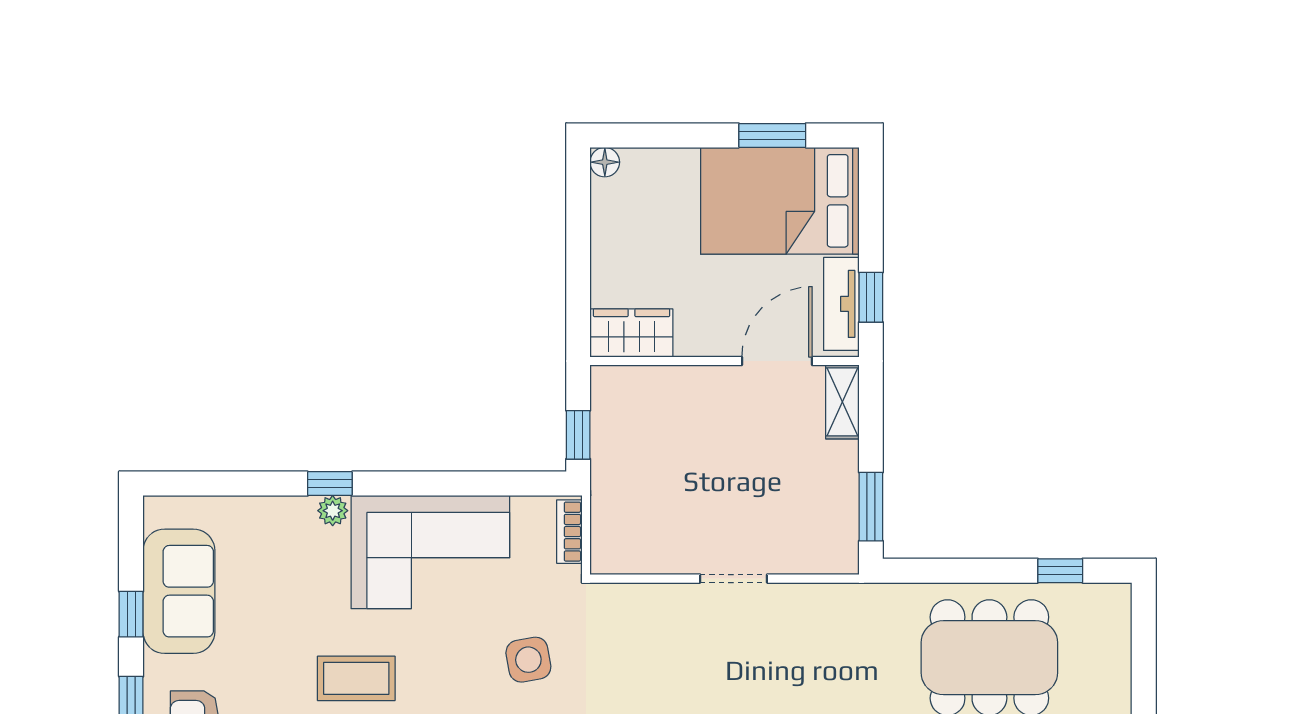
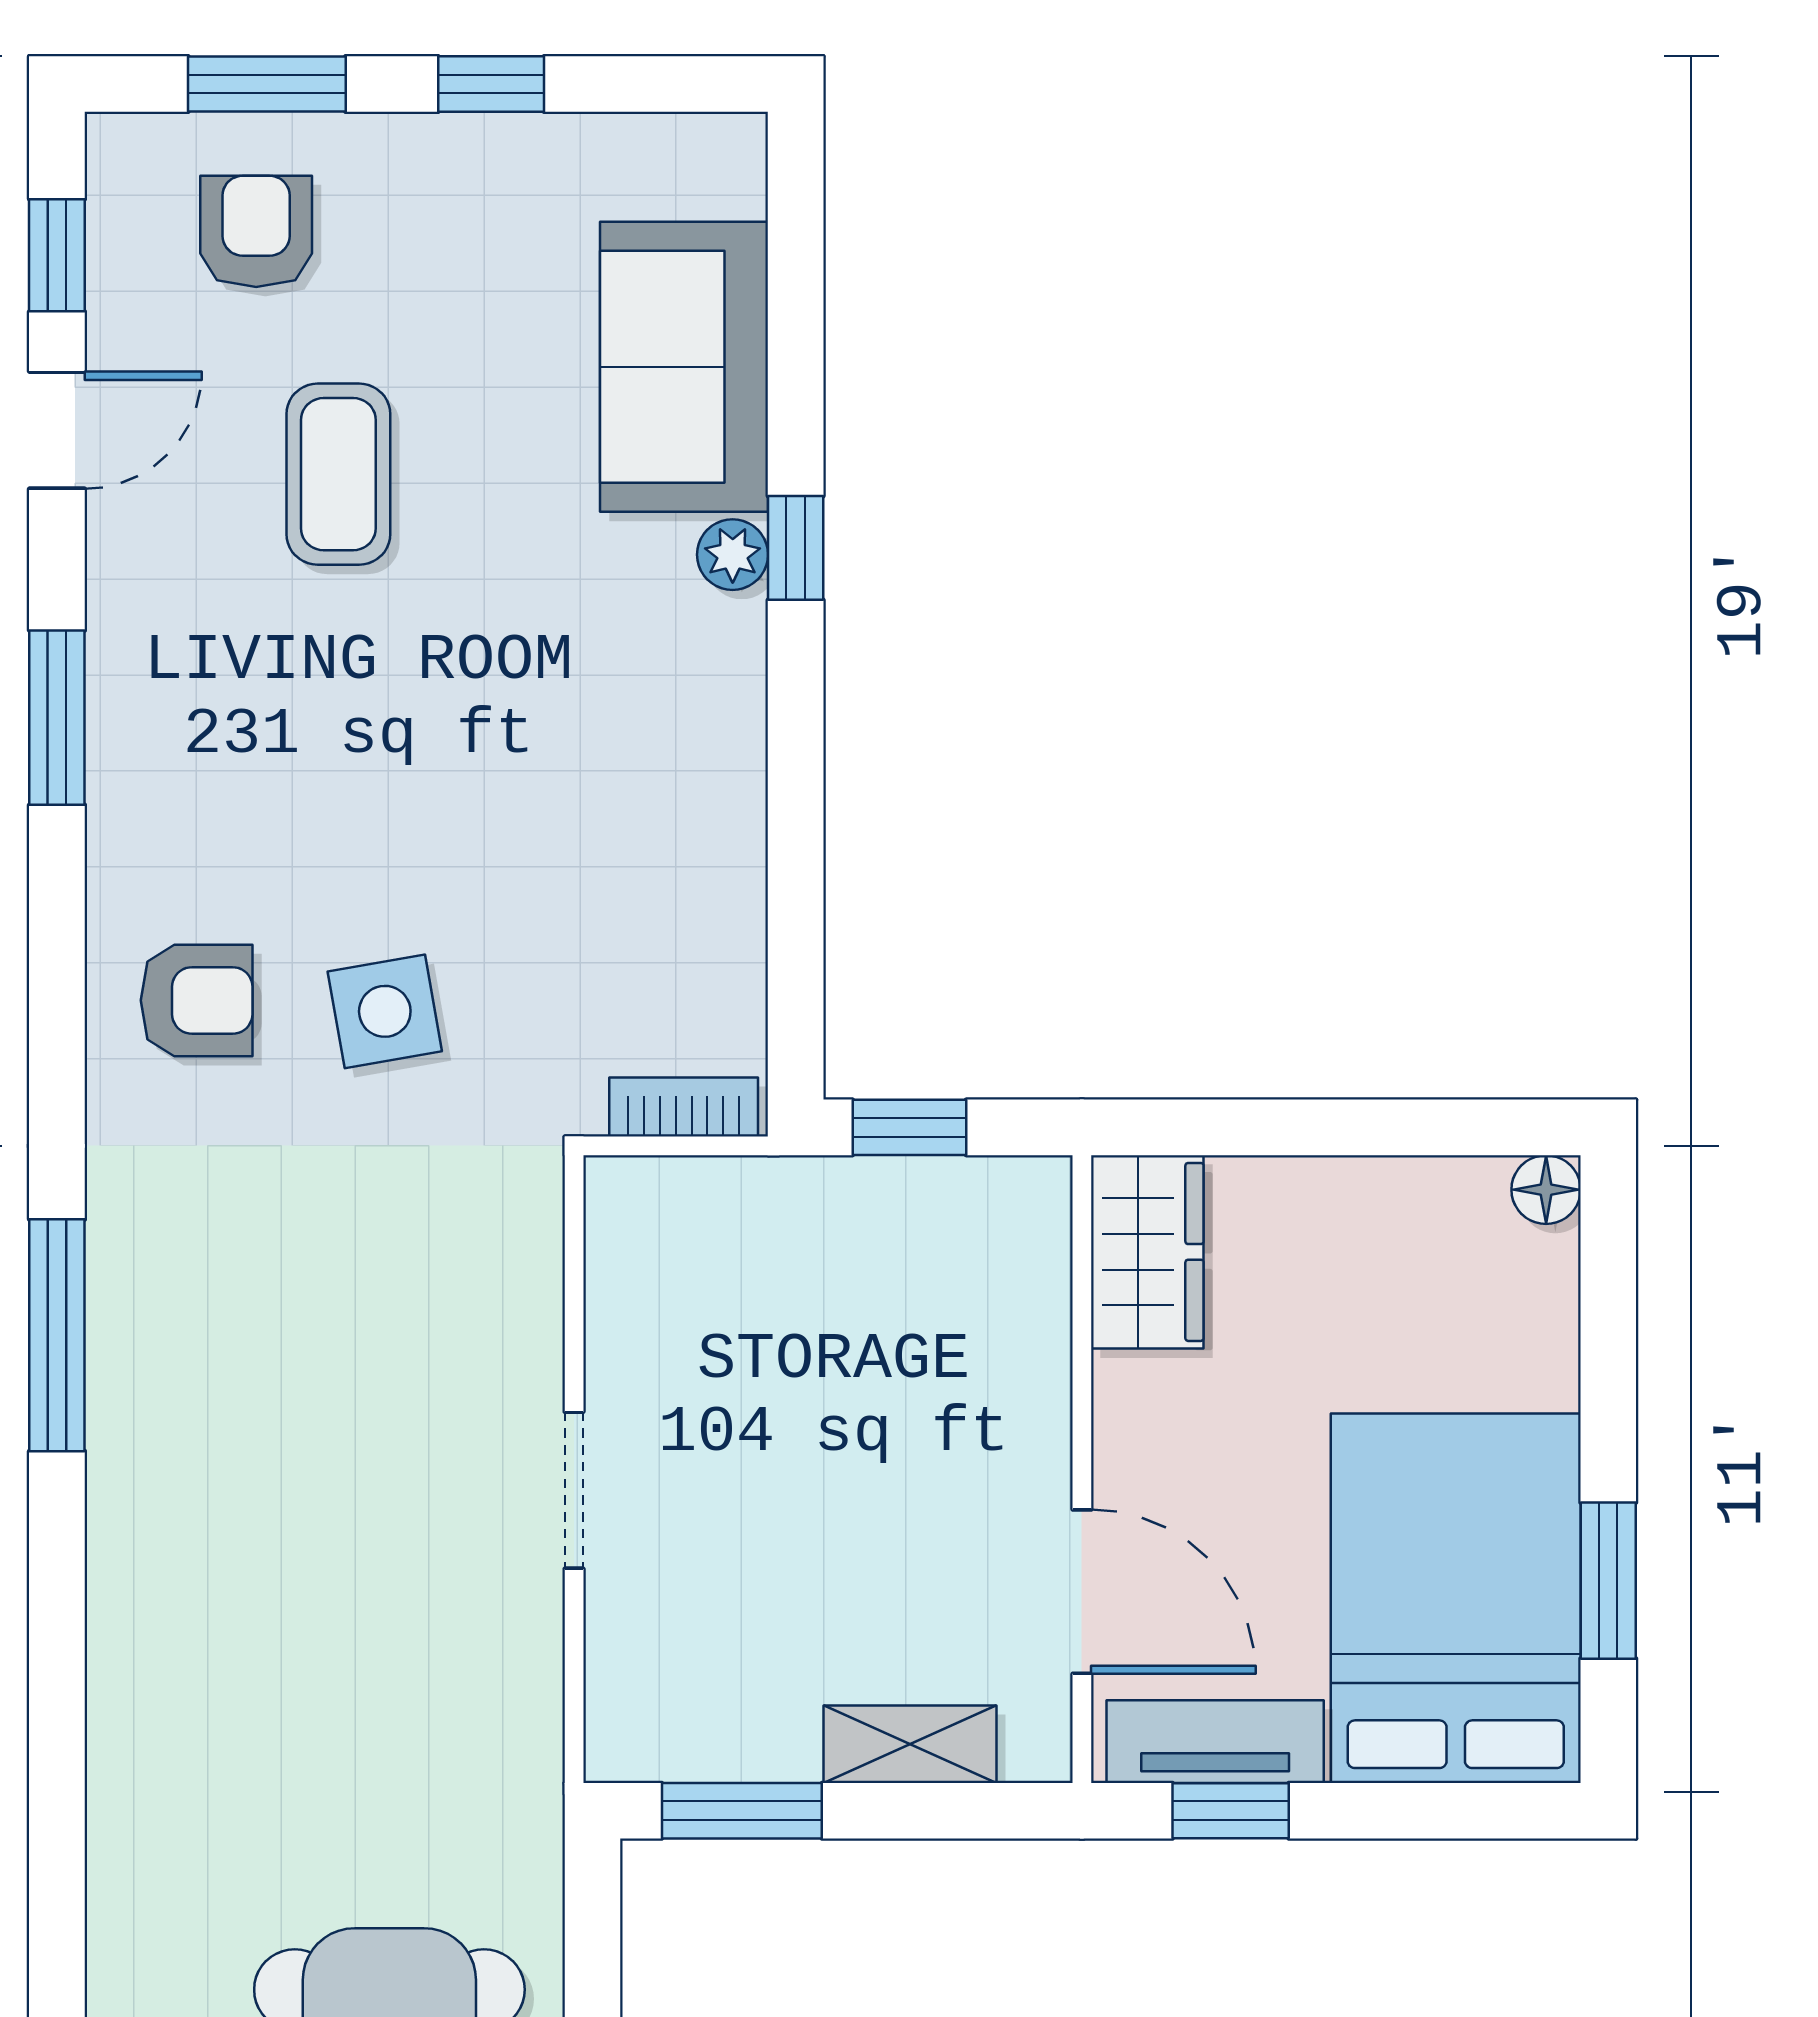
shelving: (842, 402) -> (910, 1744), moved
corner sofa: (430, 552) -> (636, 783), removed
sofa: (179, 591) -> (684, 367), moved, turned 90
coffee table: (356, 678) -> (338, 474), moved

